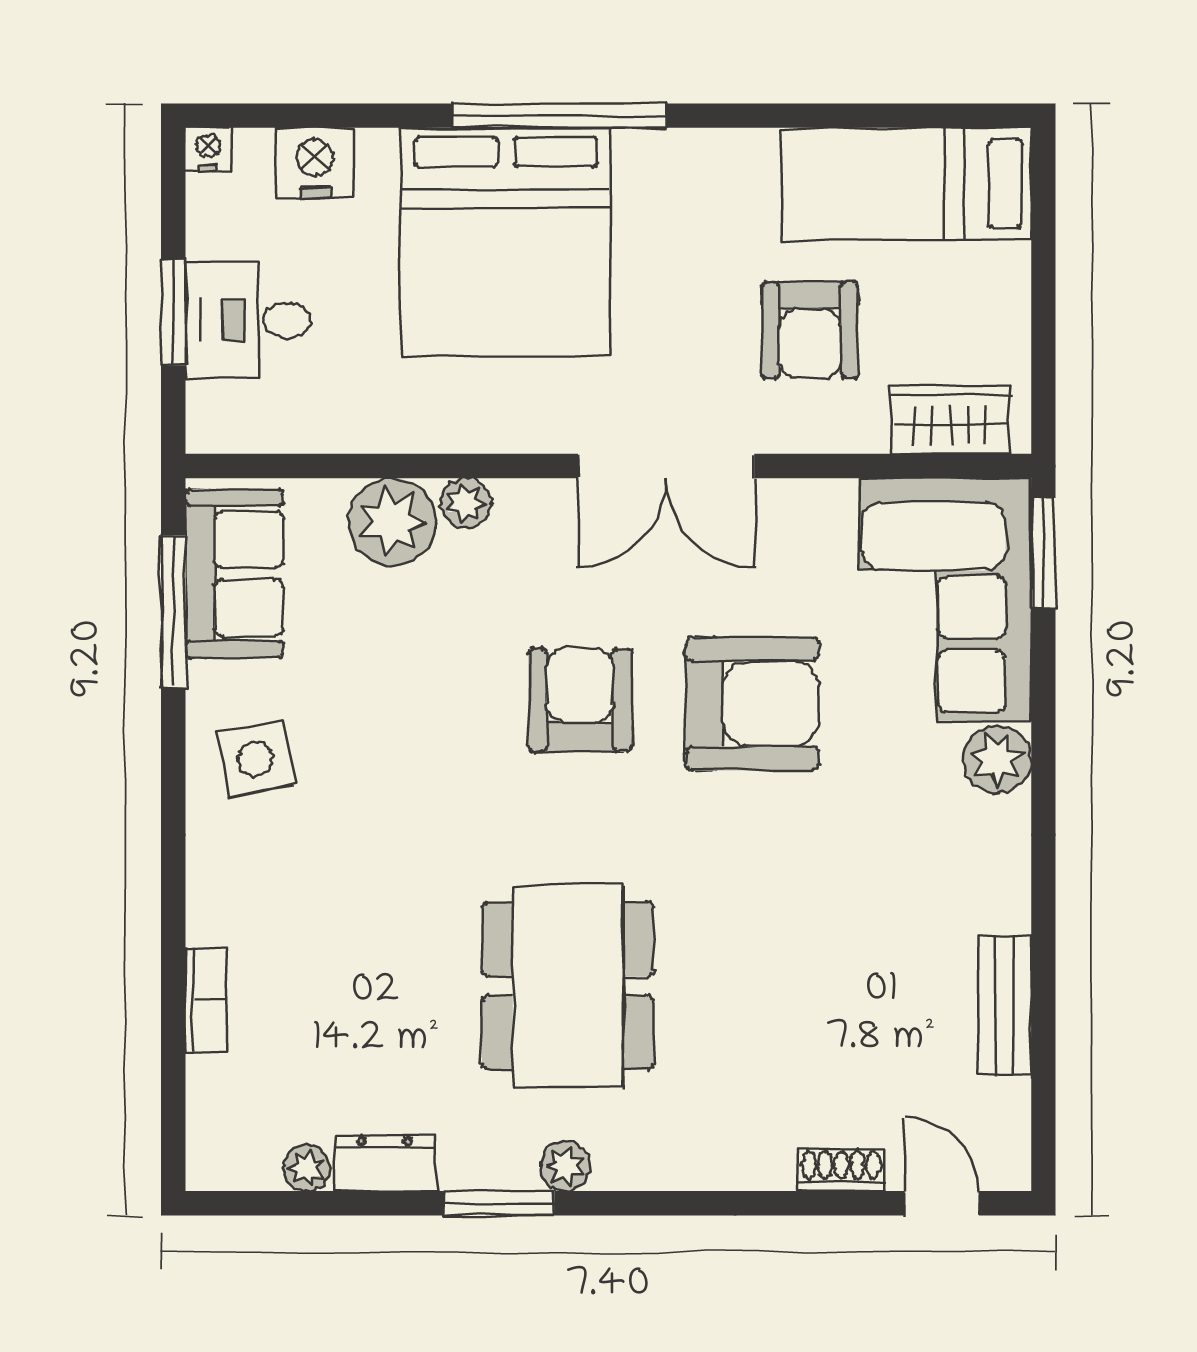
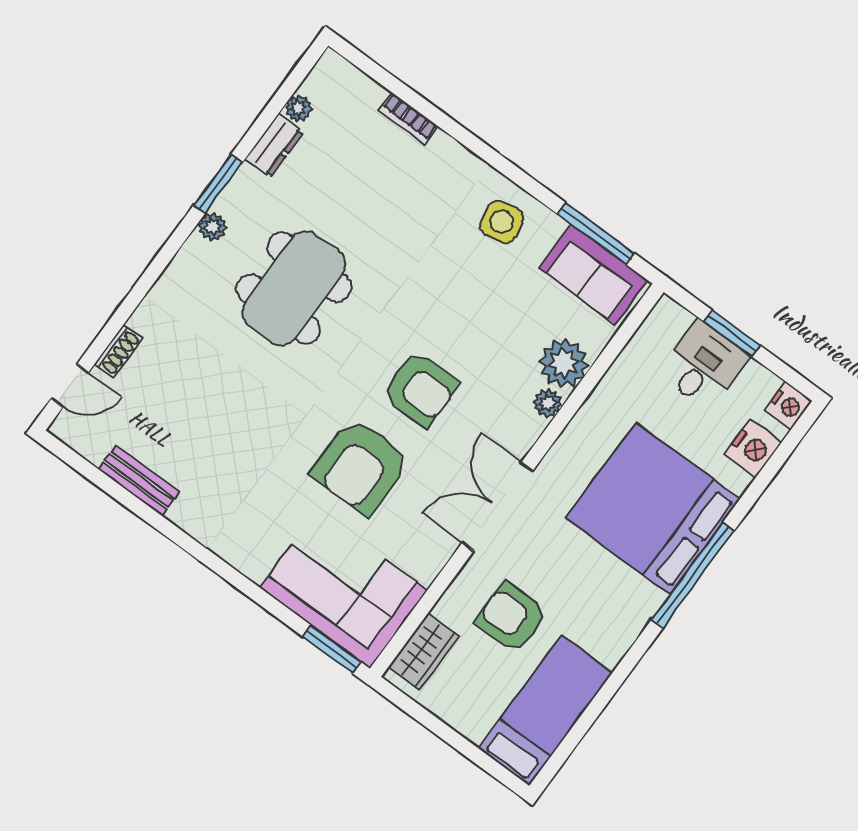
nightstand: (208, 149) -> (788, 406), width x1.39, depth x1.35
plant: (997, 759) -> (253, 559), removed
dining table: (568, 986) -> (294, 288), turned 90

